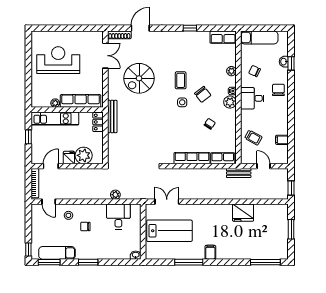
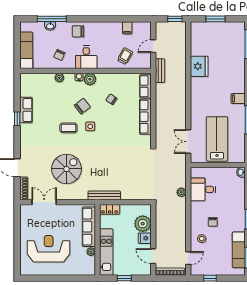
row of seats: (223, 37) -> (26, 110), moved
reception desk: (58, 60) -> (49, 249), turned 90
window: (291, 63) -> (52, 19), width x2.17
spiral stairs: (139, 78) -> (67, 169), turned -90
window: (28, 249) -> (210, 278), moved

